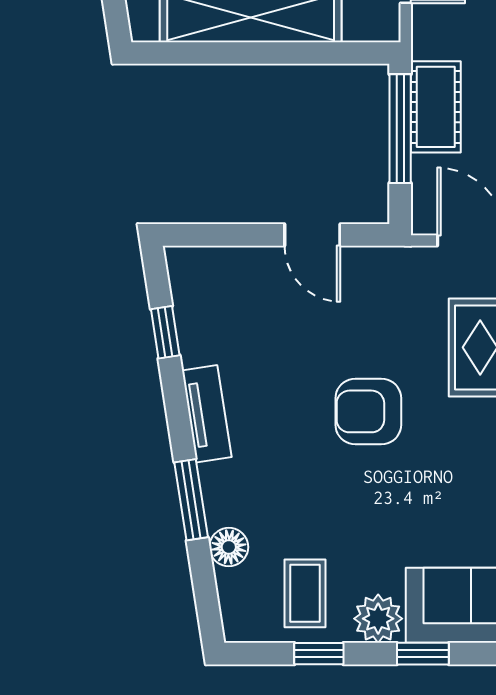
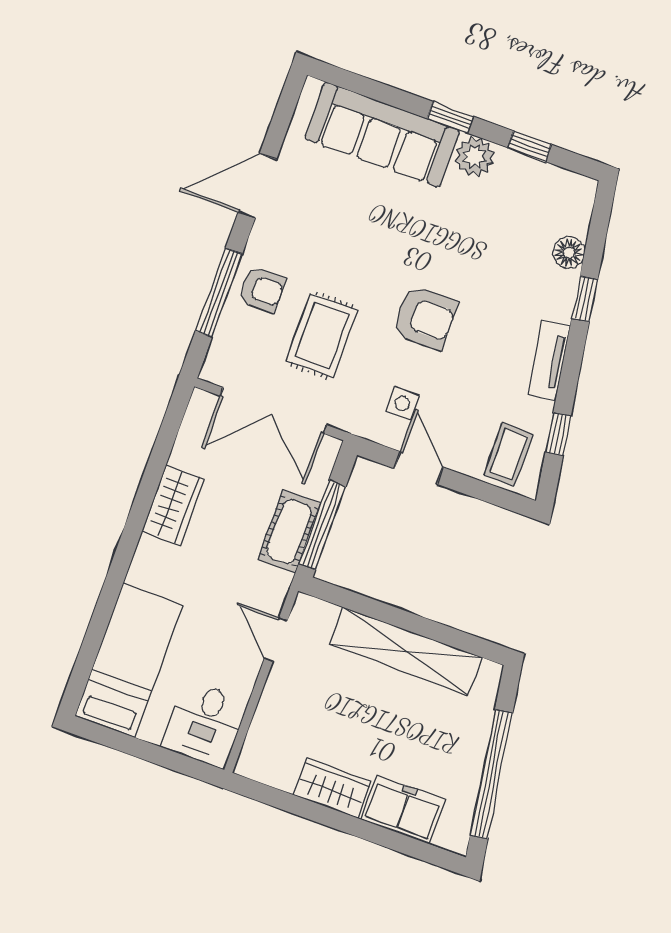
side table: (358, 303) -> (402, 403), added
window: (191, 500) -> (585, 299), width x0.67
coffee table: (305, 593) -> (508, 454), moved

